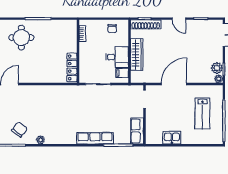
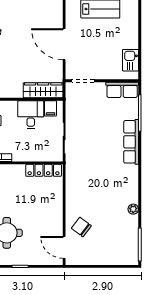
wardrobe: (137, 55) -> (43, 90), moved
chair: (19, 129) -> (81, 227), moved
kitchen sink: (172, 138) -> (131, 60), moved

